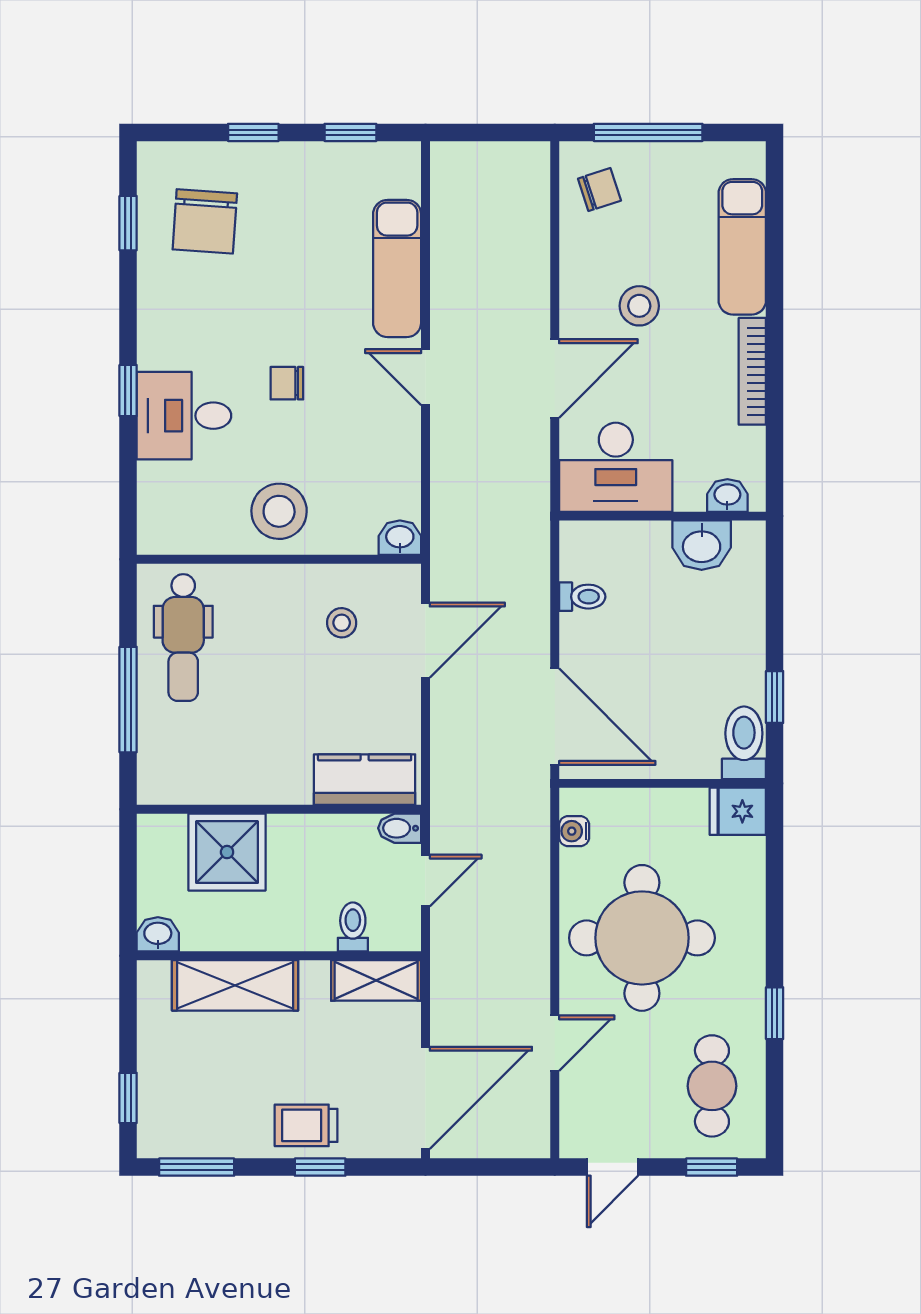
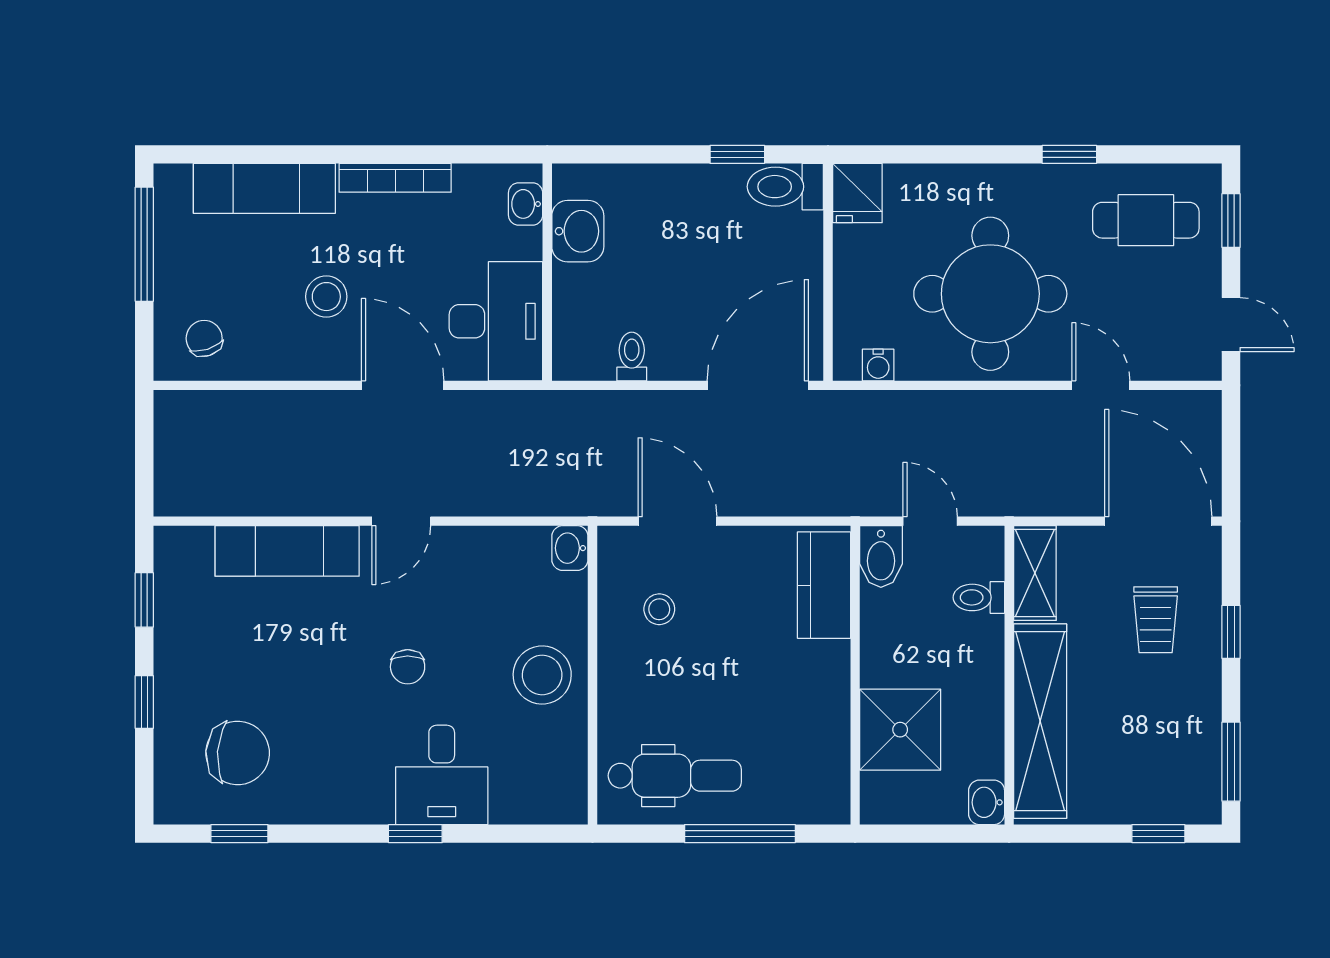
window: (648, 132) -> (144, 244), moved
bidet: (400, 828) -> (881, 557), width x1.38, depth x1.36
shelving: (235, 985) -> (1040, 721), width x1.47
trolley: (306, 1125) -> (1156, 620), moved

